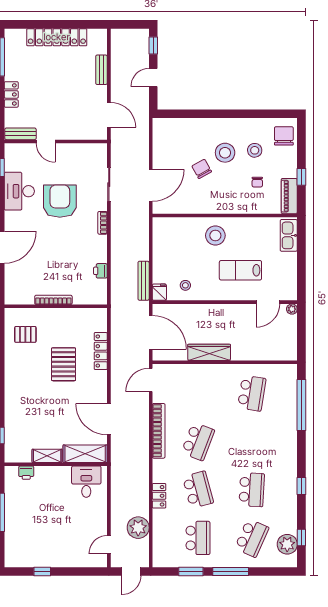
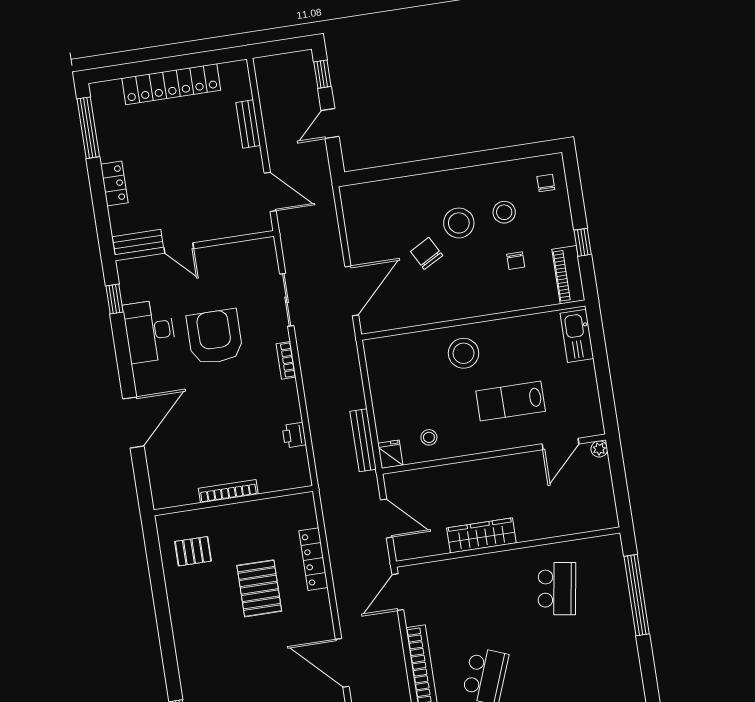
chair: (284, 136) -> (546, 183), width x0.54, depth x0.54
door: (151, 332) -> (386, 518), width x0.73

